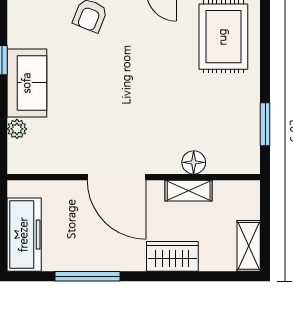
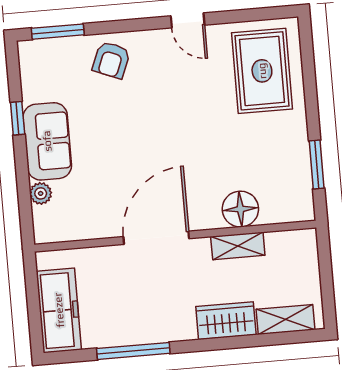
floor lamp: (194, 162) -> (240, 209), width x1.38, depth x1.38
door: (117, 177) -> (156, 238), swing flipped
shelving: (249, 246) -> (286, 319), moved, turned 90

